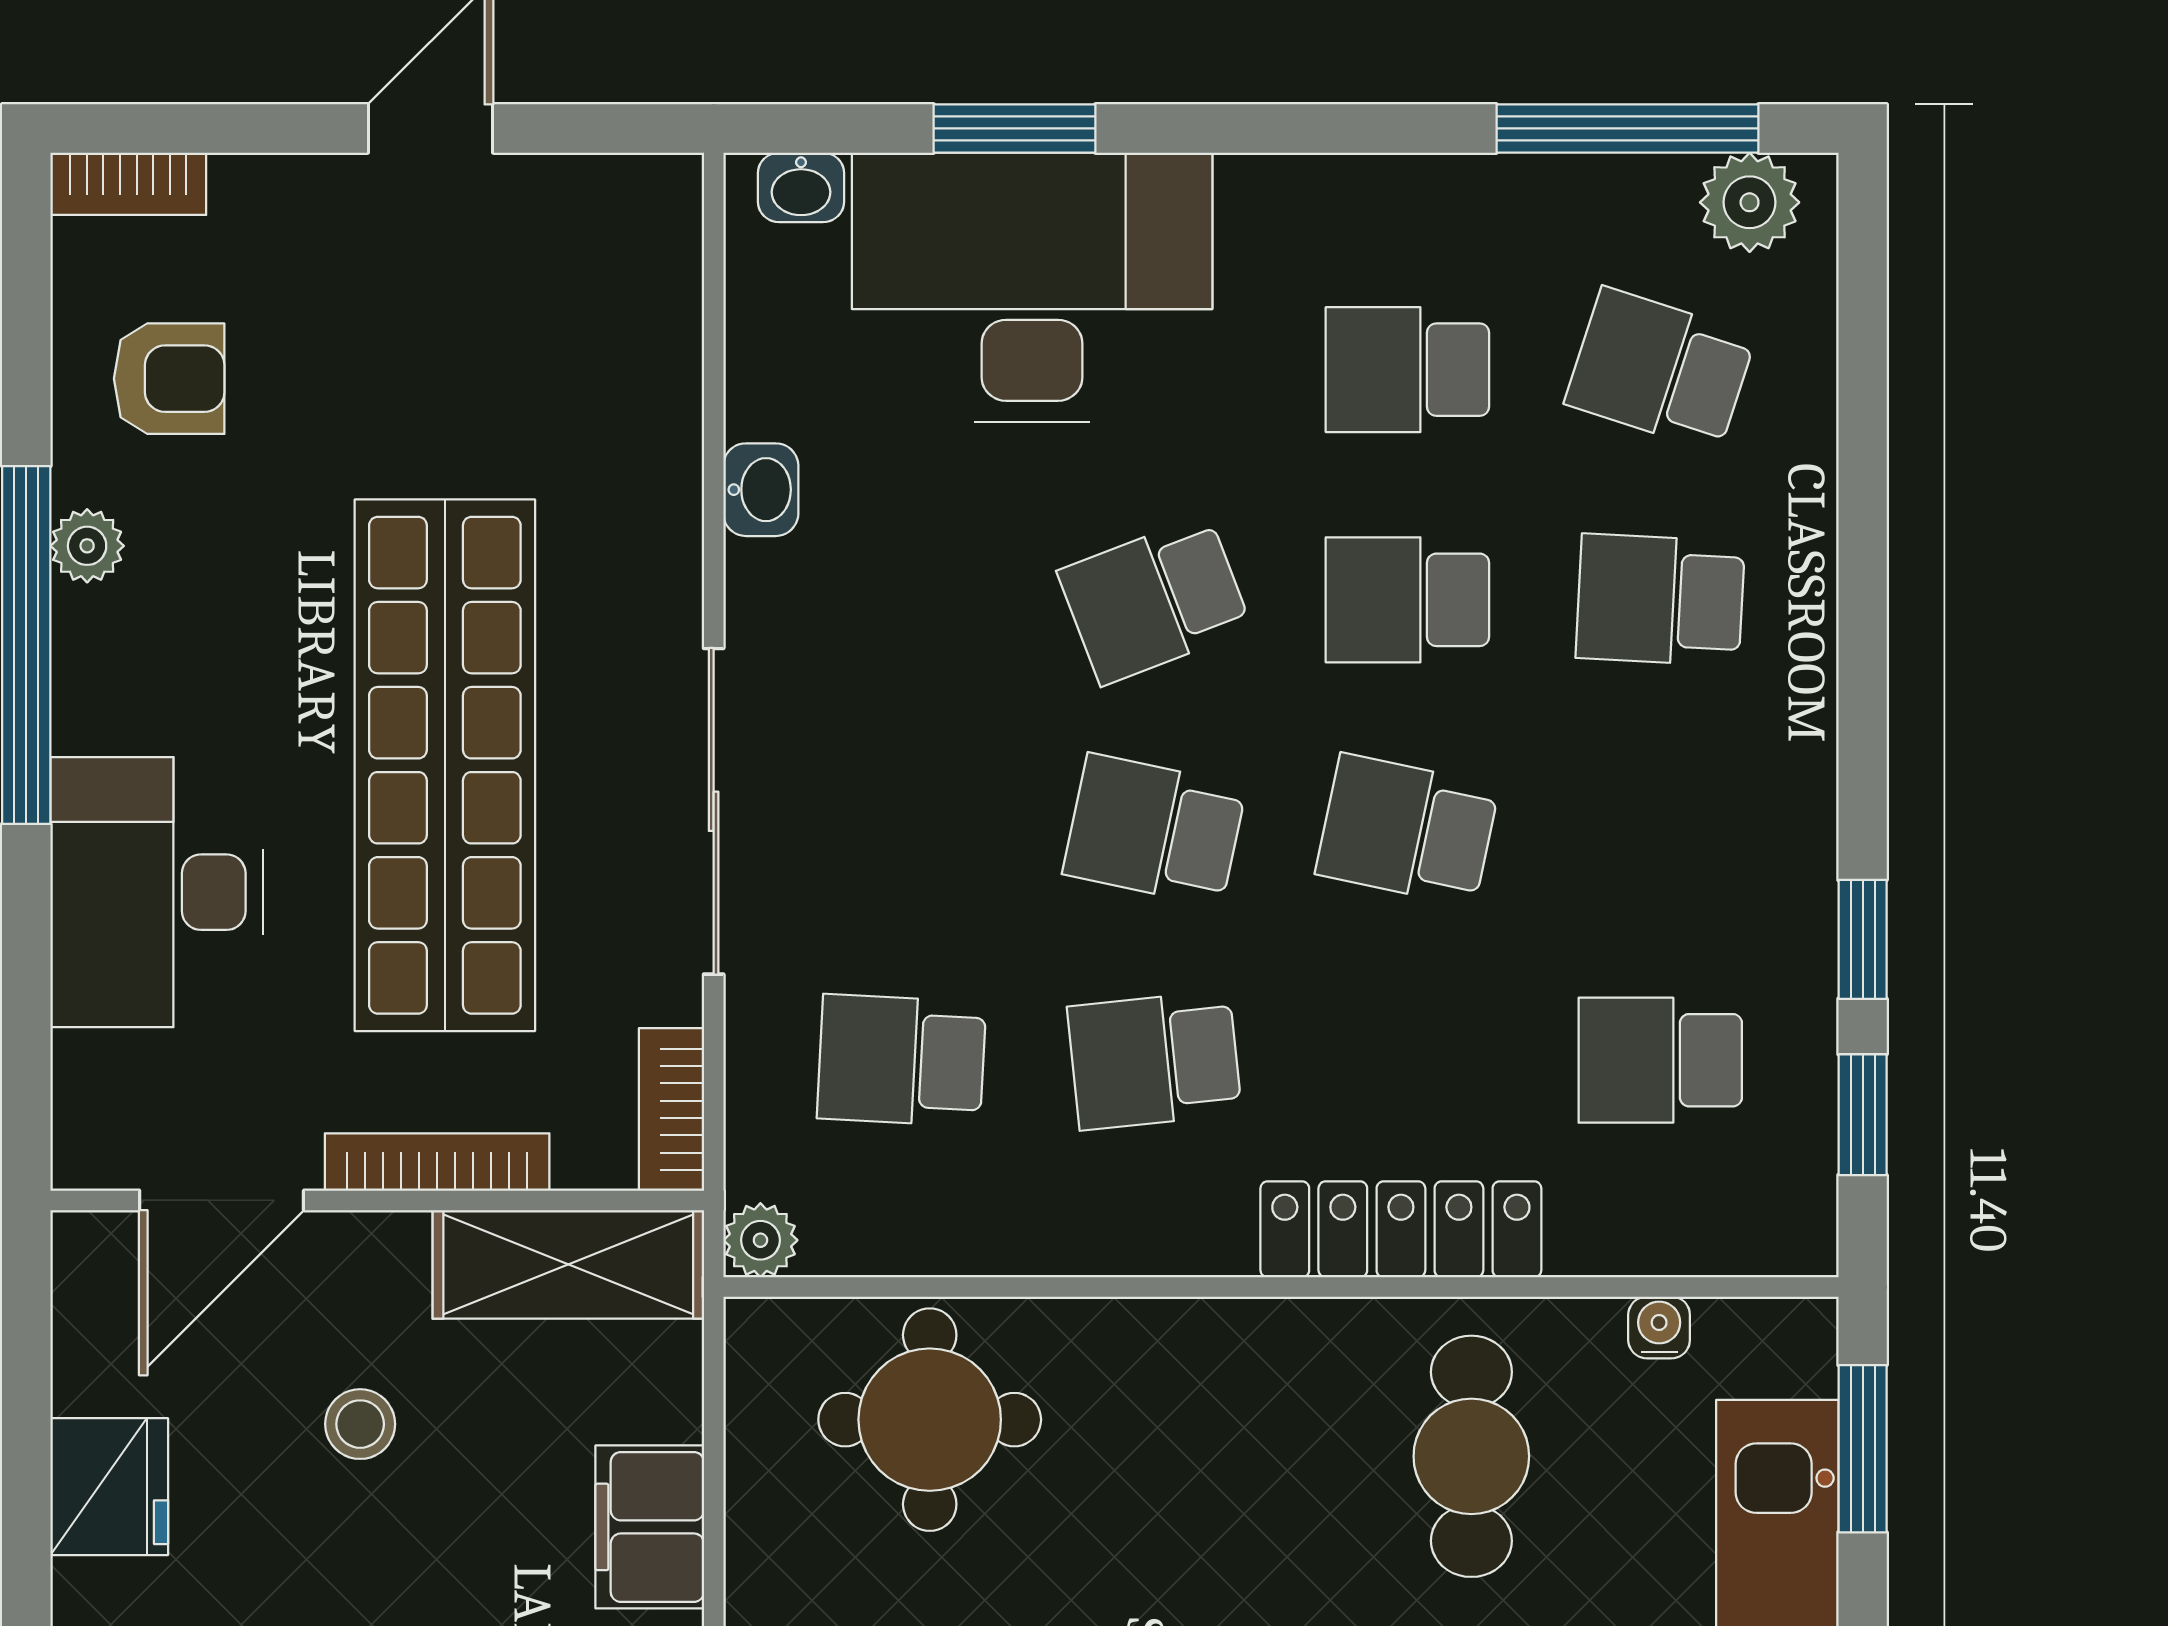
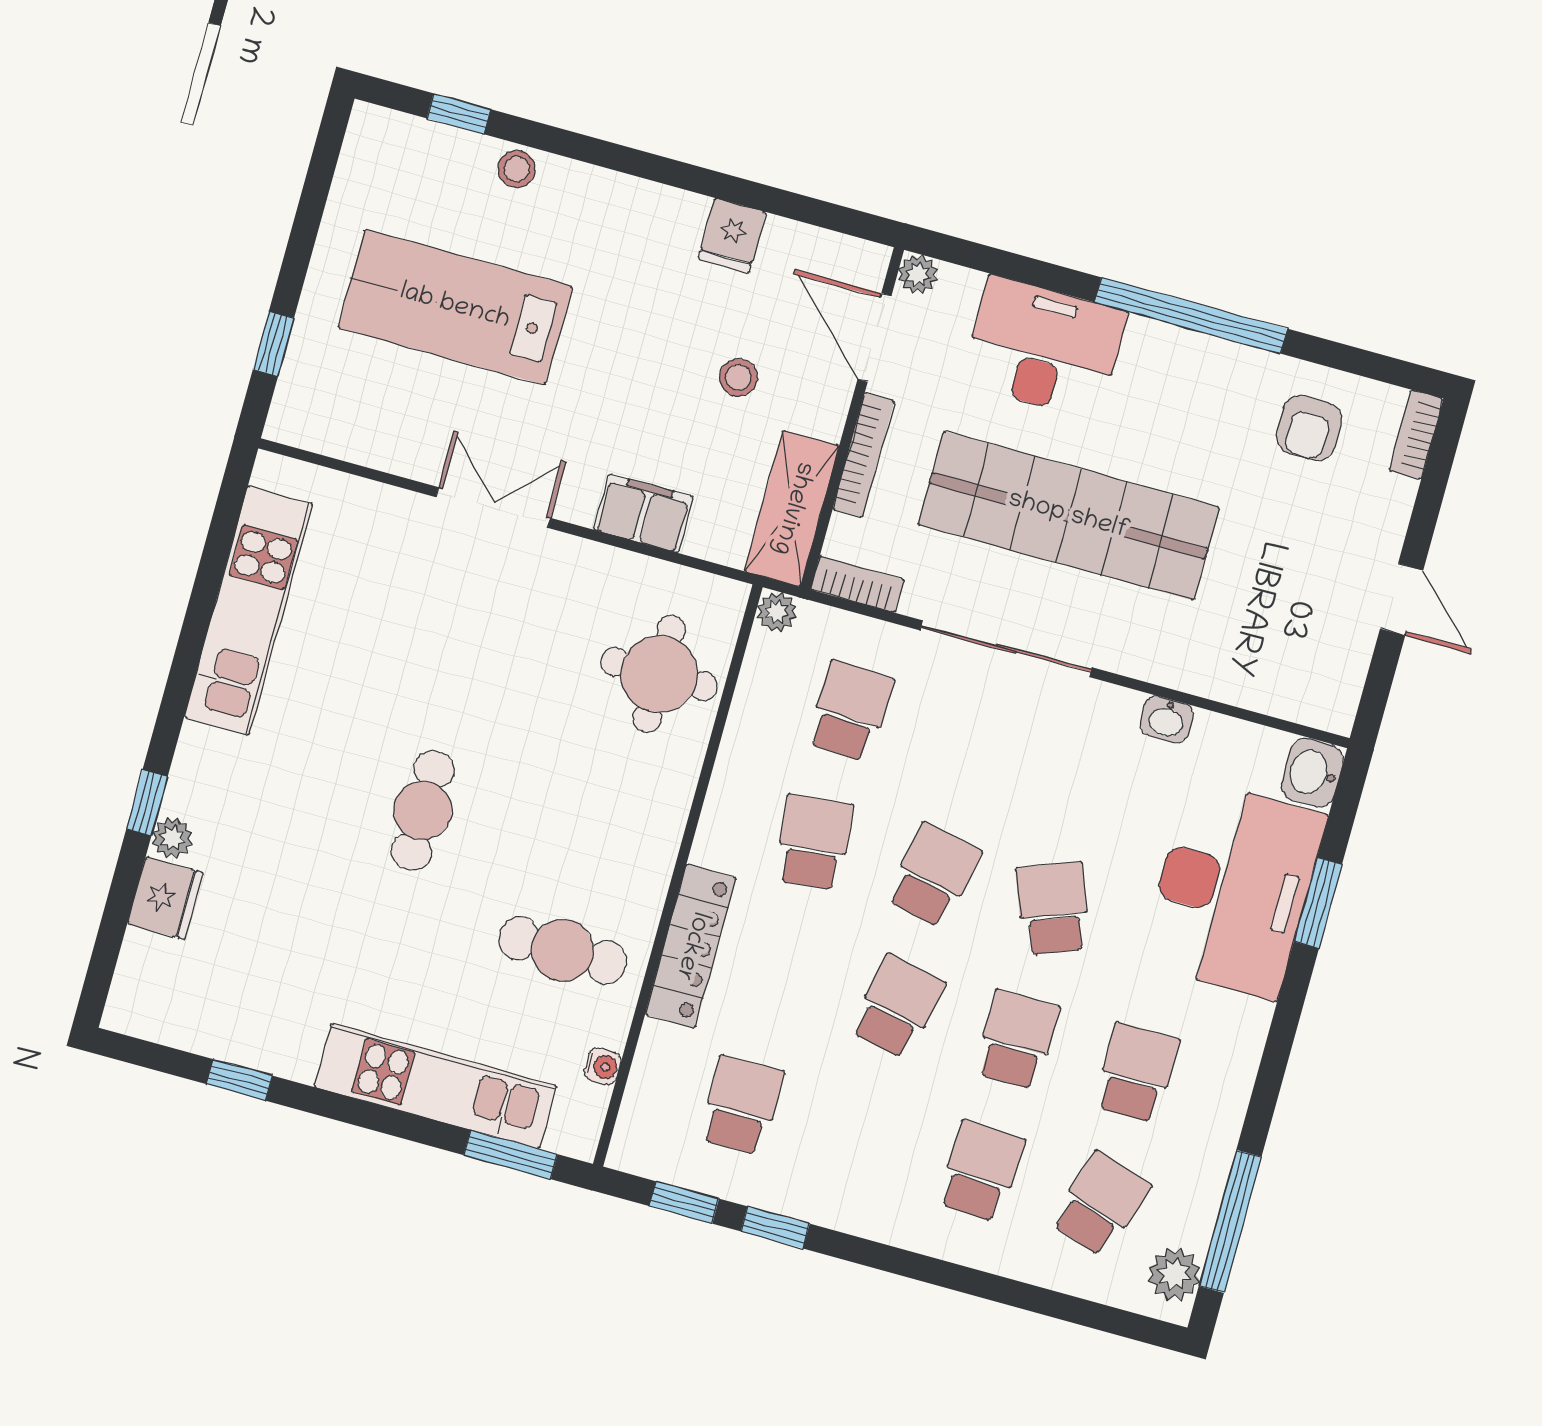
washbasin: (801, 187) -> (1312, 773), width x1.38, depth x1.45
plant: (87, 546) -> (918, 274), moved
fridge: (109, 1487) -> (732, 235), width x0.72

